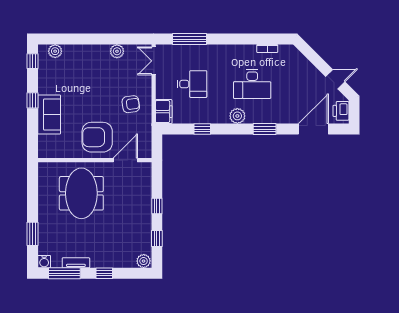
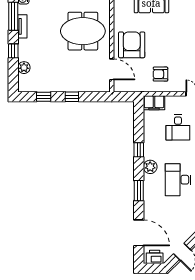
armchair: (131, 104) -> (160, 74), turned 98
window: (202, 129) -> (139, 150), moved
plant: (144, 261) -> (24, 68), moved

